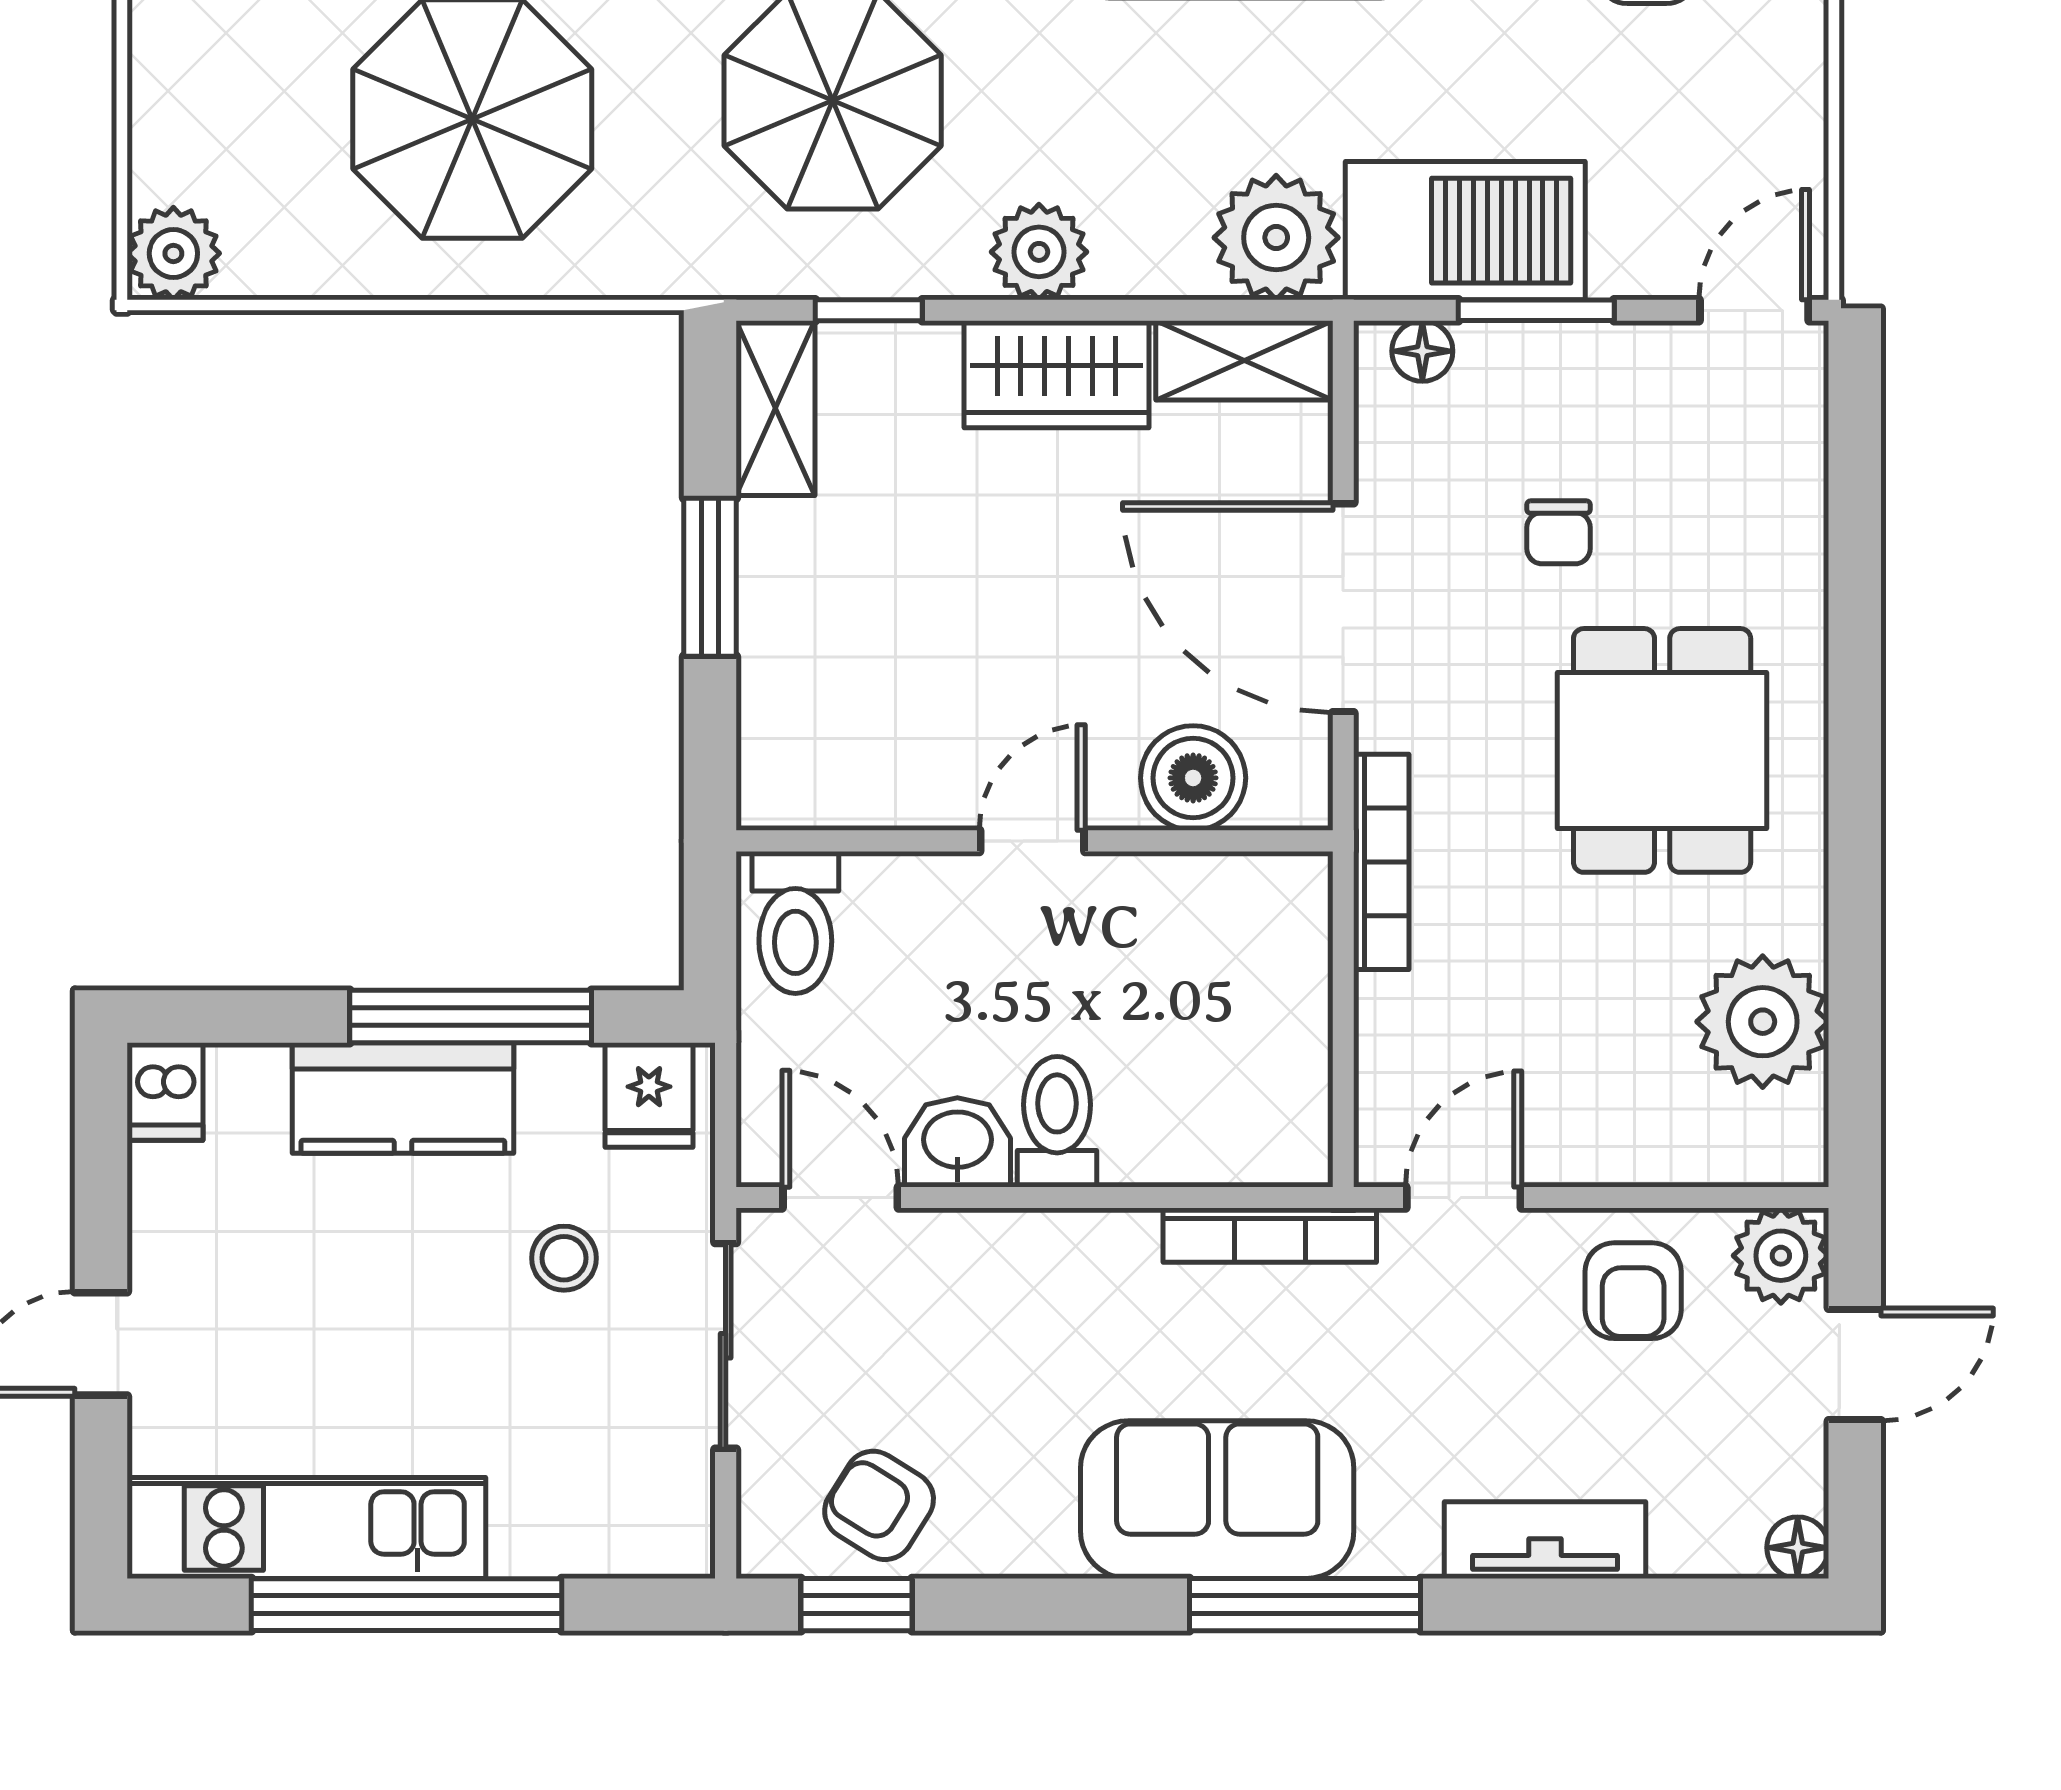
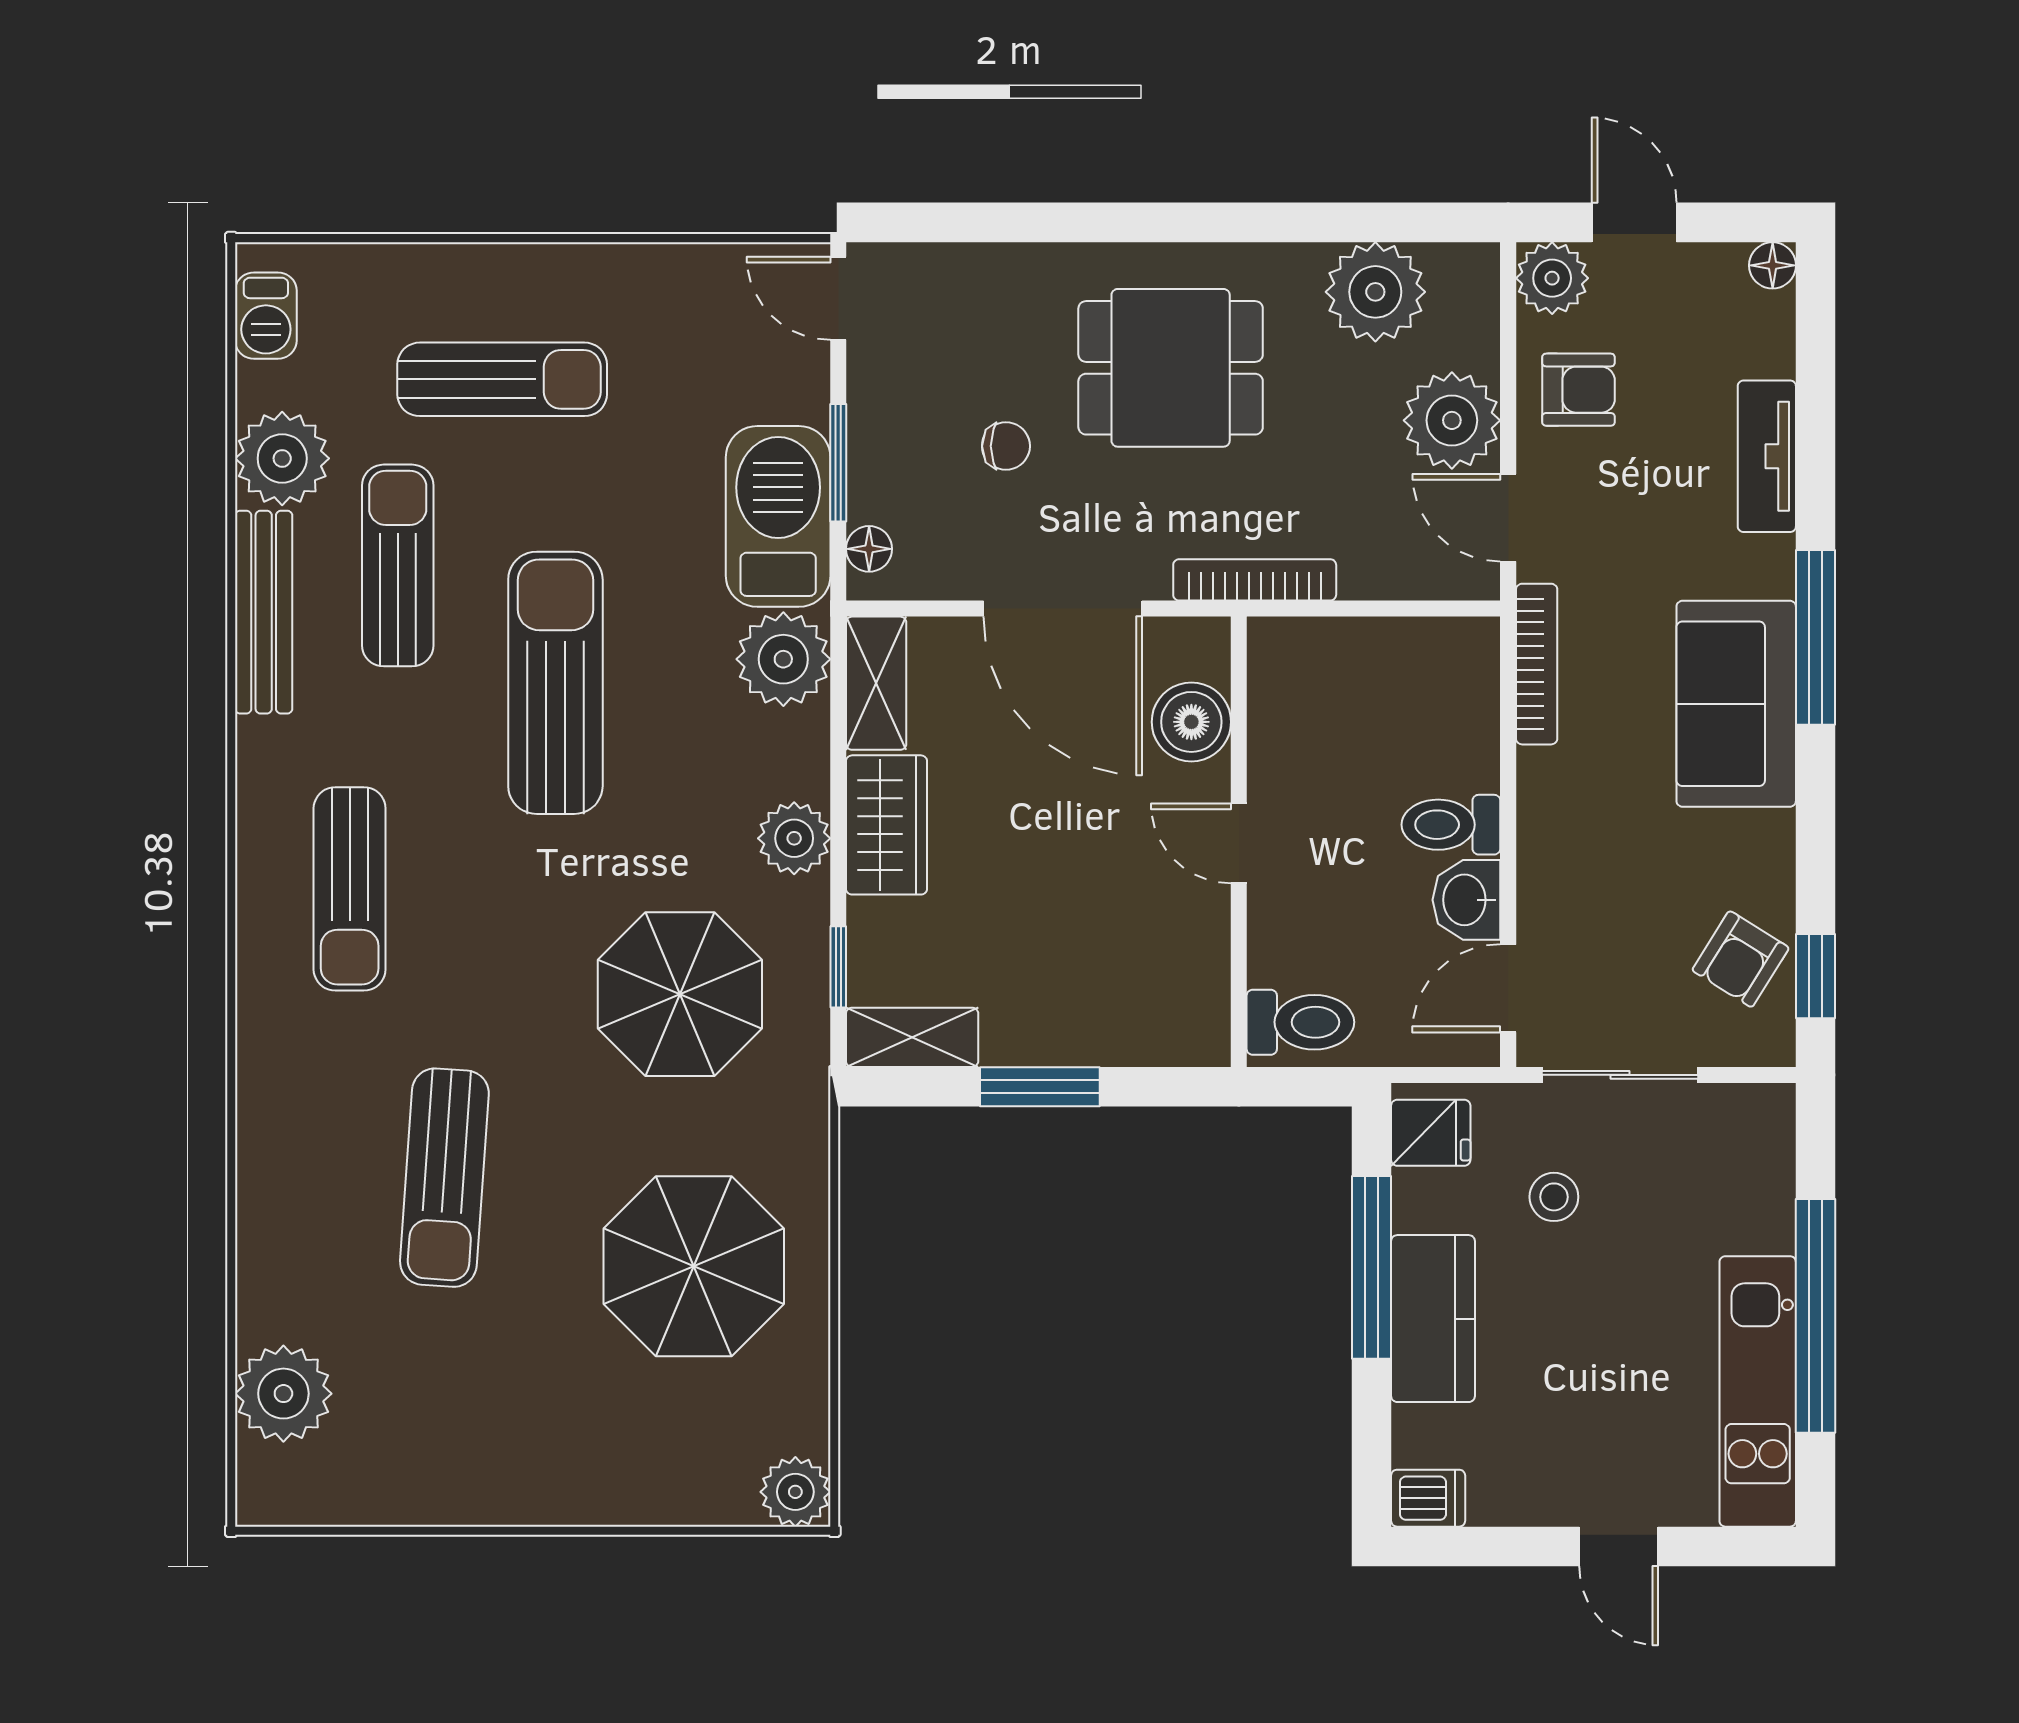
door: (1343, 608) -> (1063, 609), hinge flipped
plant: (1592, 1123) -> (1452, 420), added

